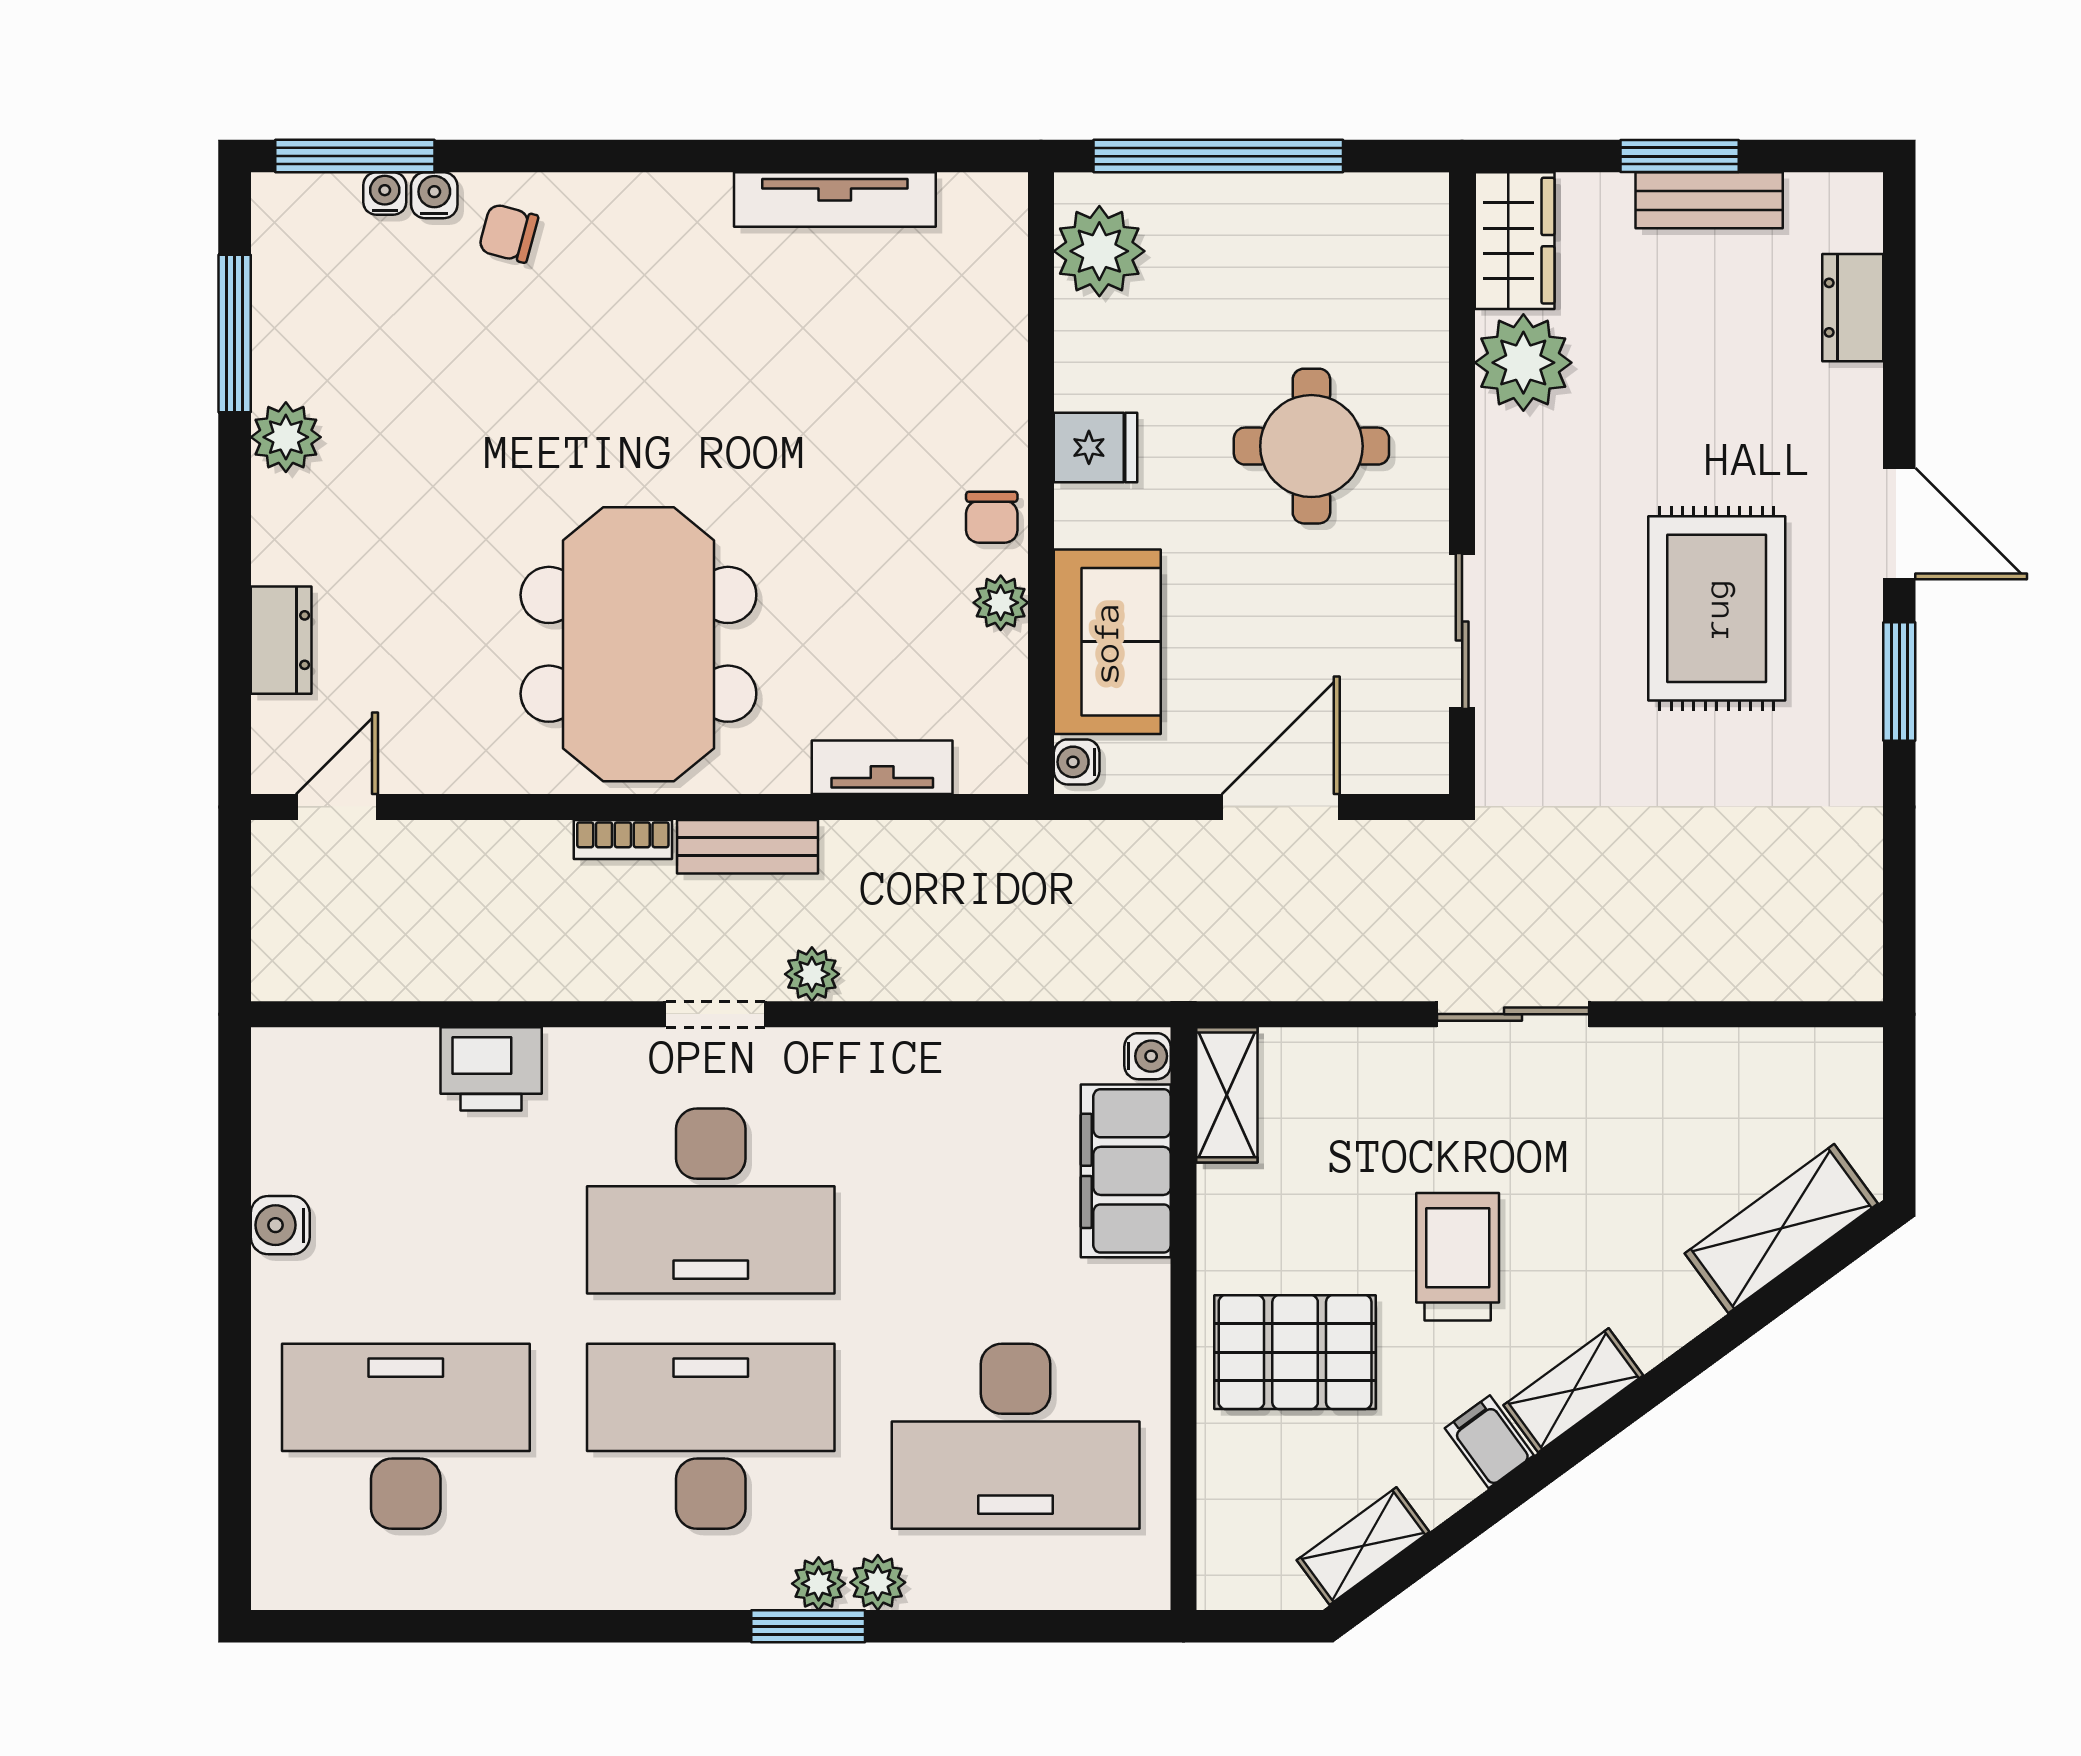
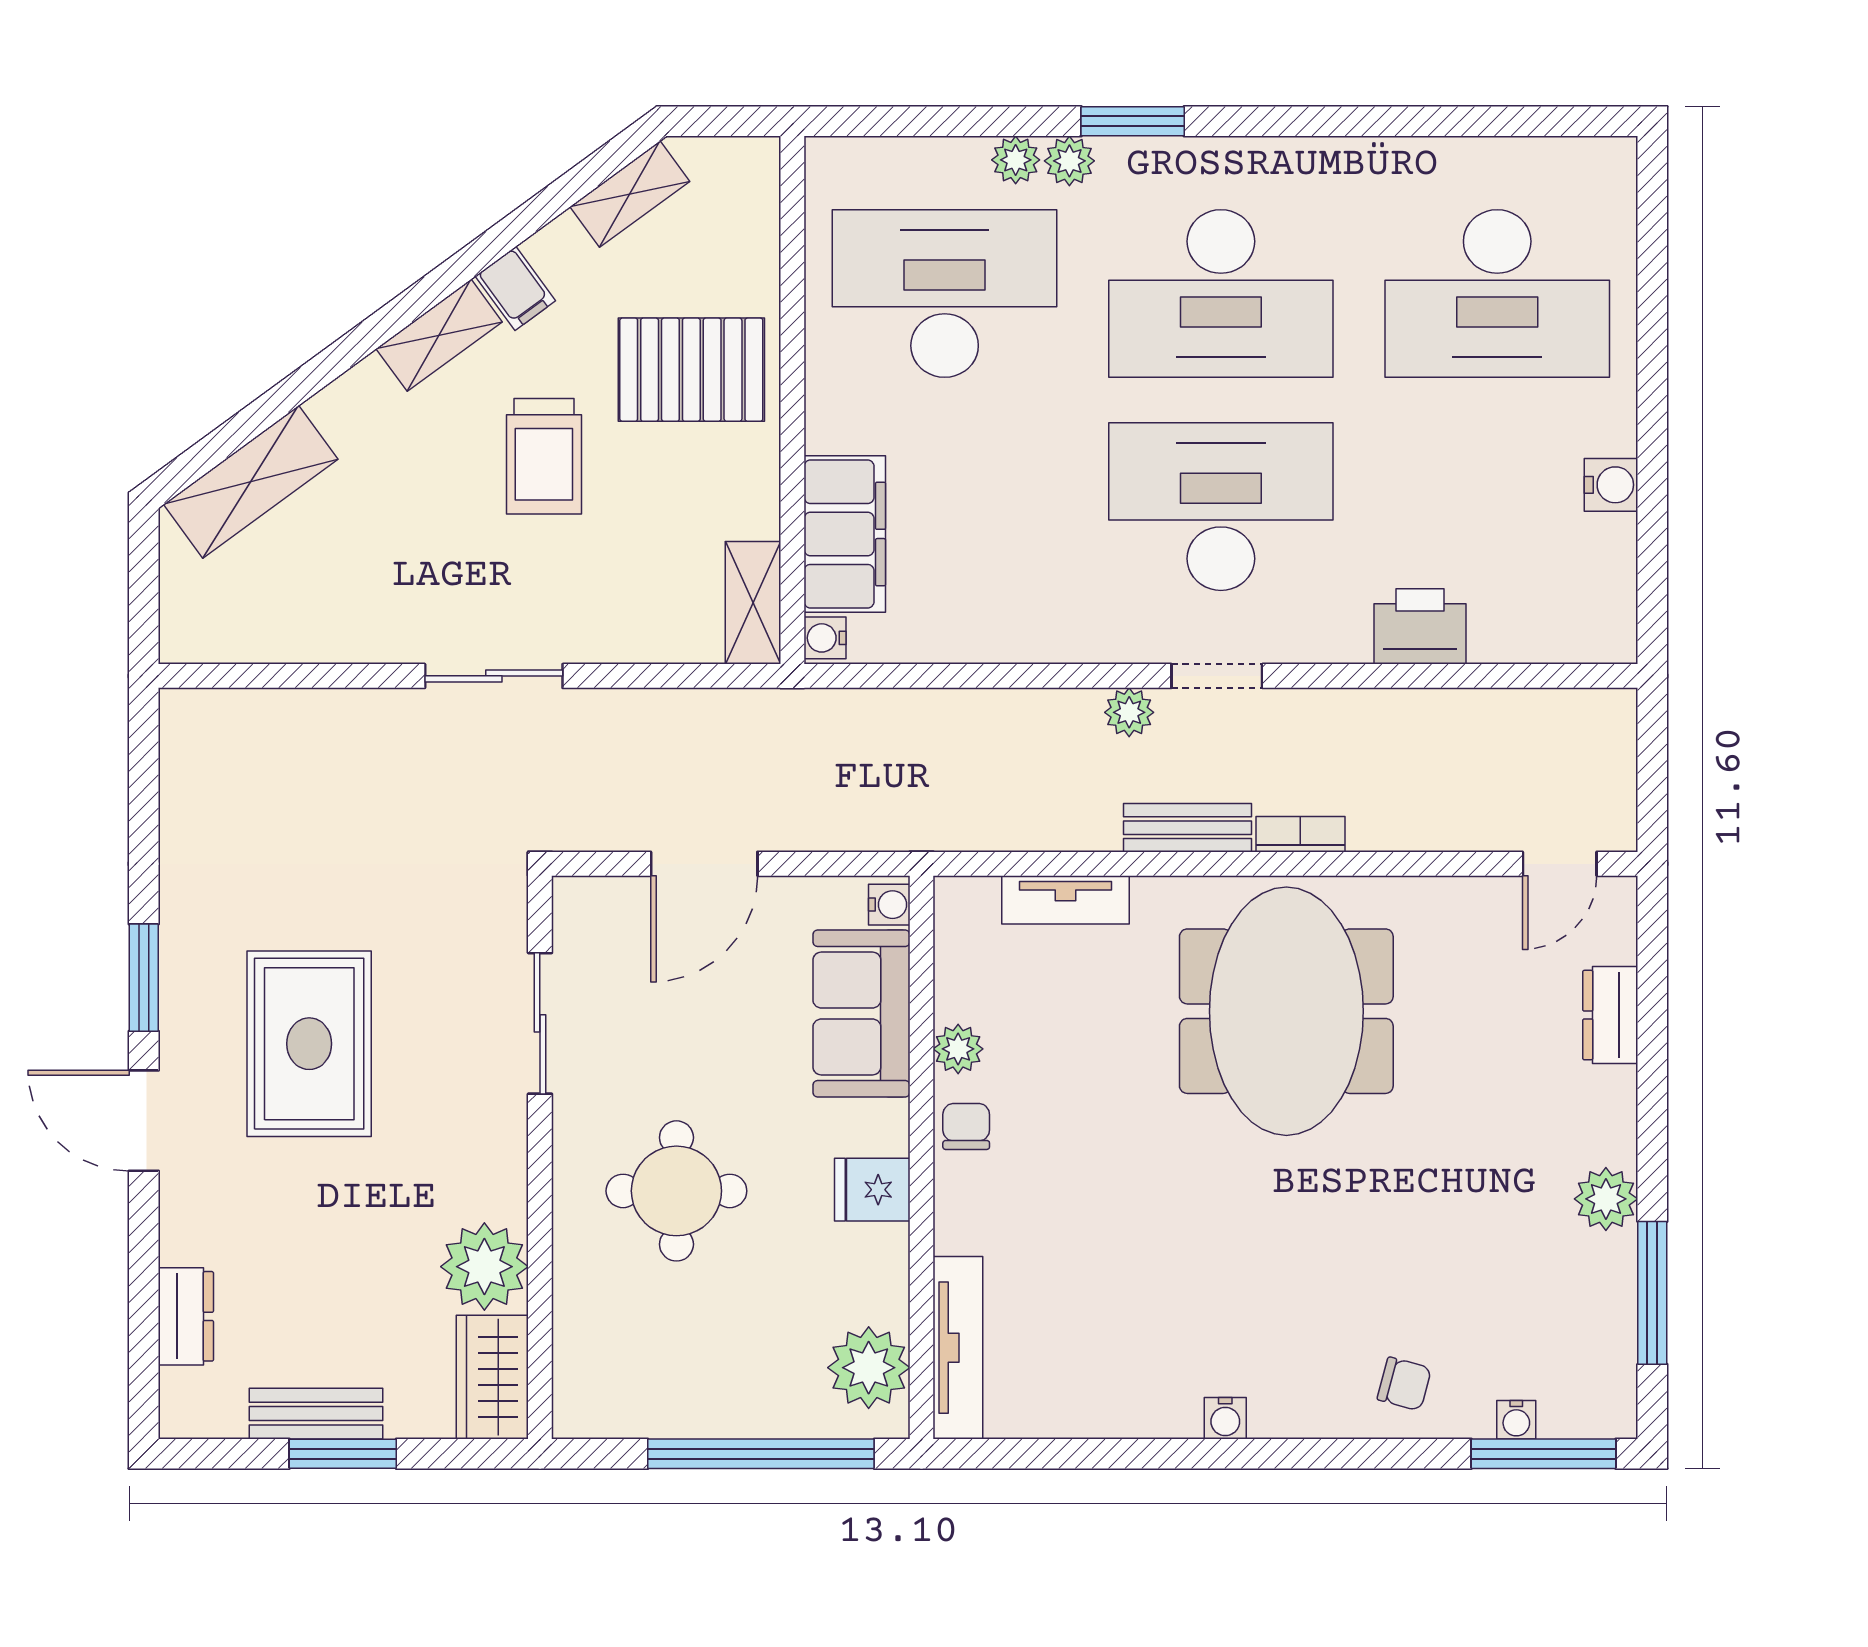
water cooler: (434, 195) -> (1225, 1418), moved
tv unit: (835, 200) -> (958, 1348), moved, turned 90
plant: (819, 1584) -> (1016, 160), moved

